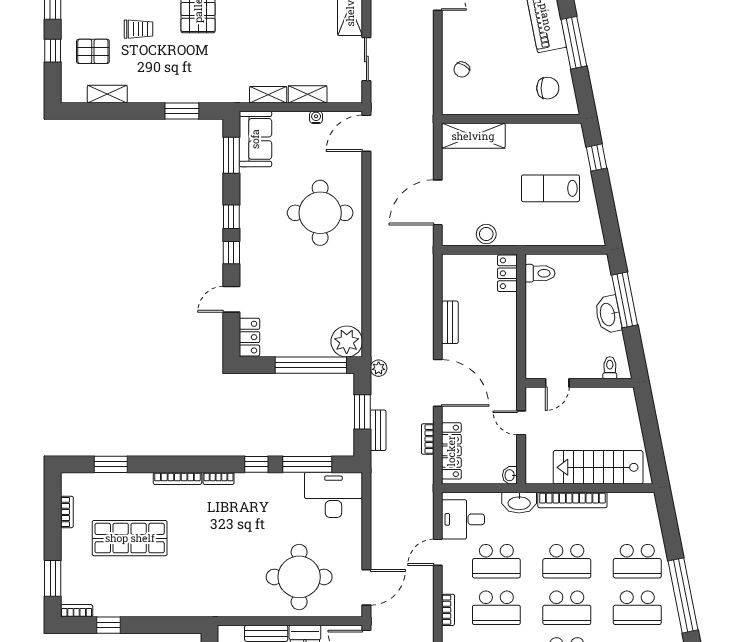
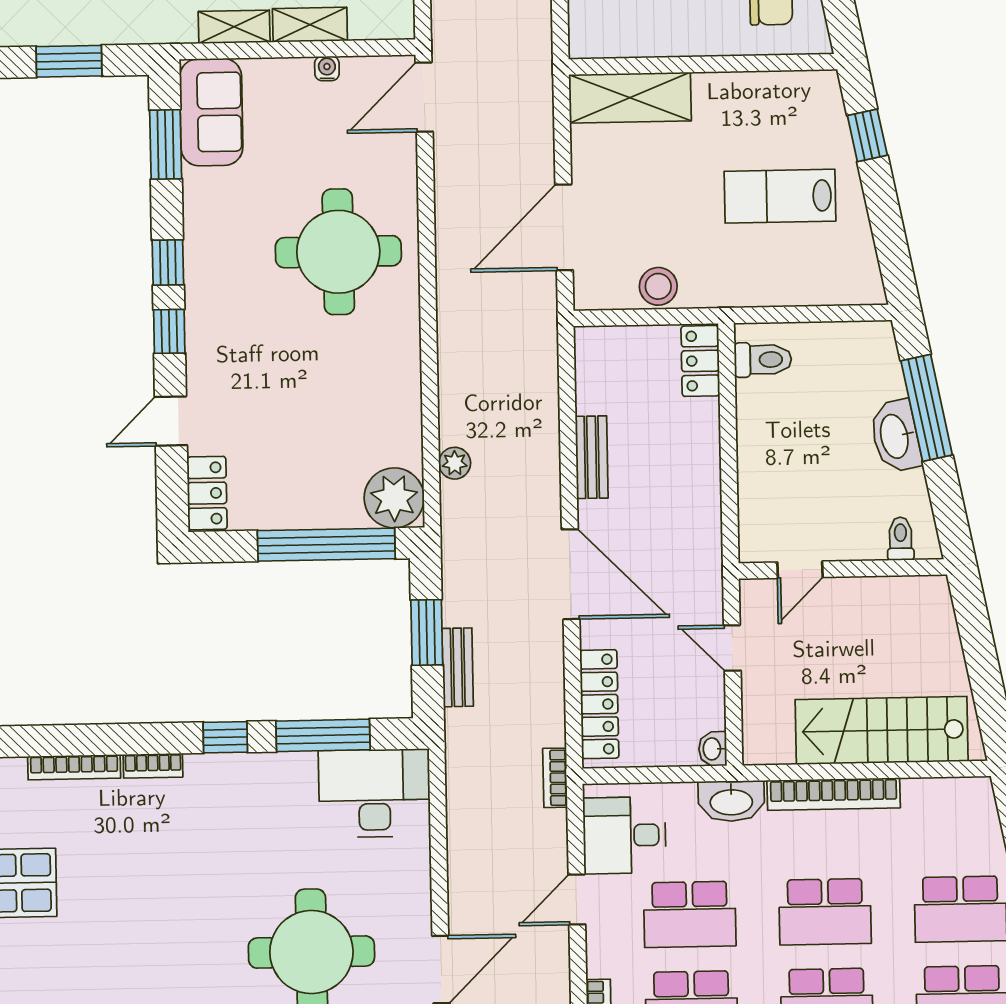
plant: (379, 368) -> (455, 463), moved
bookcase: (428, 439) -> (555, 778), moved

